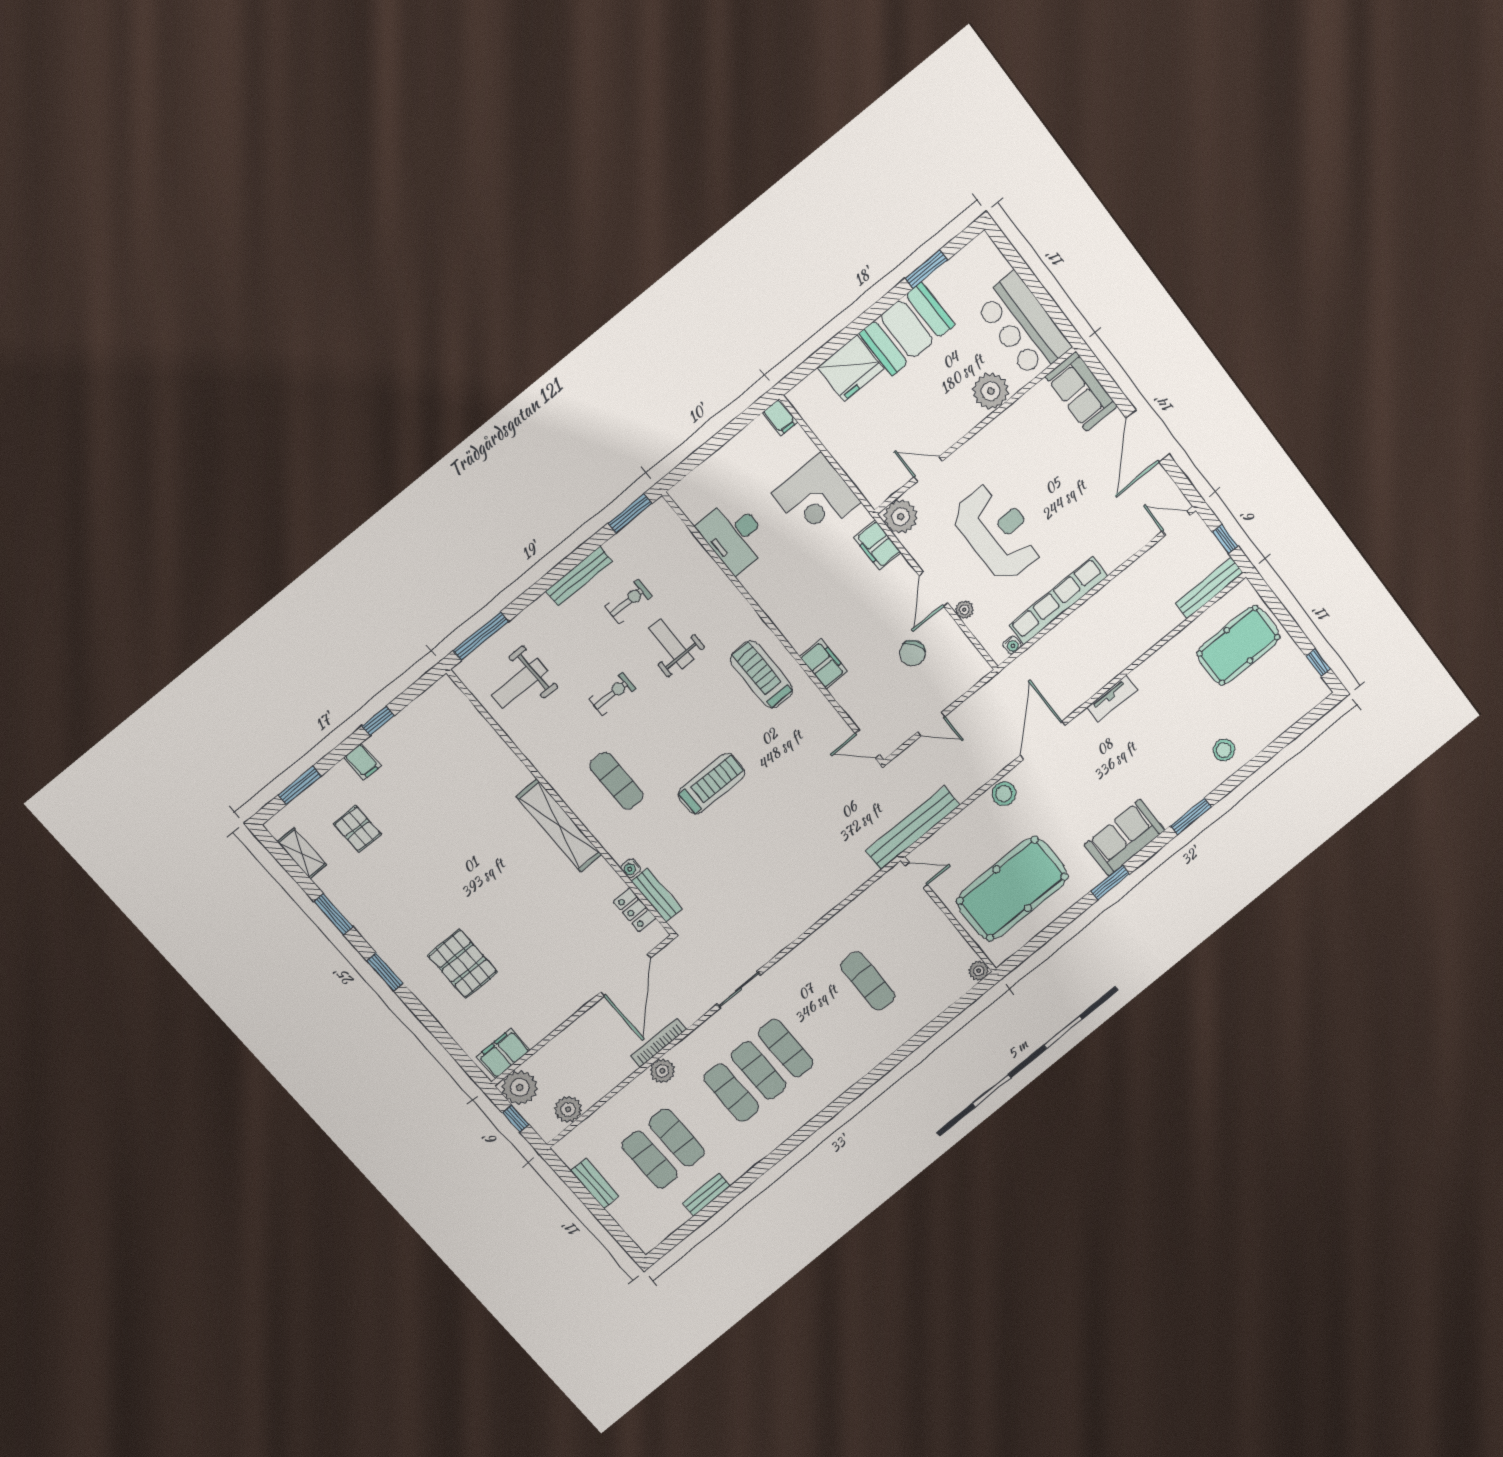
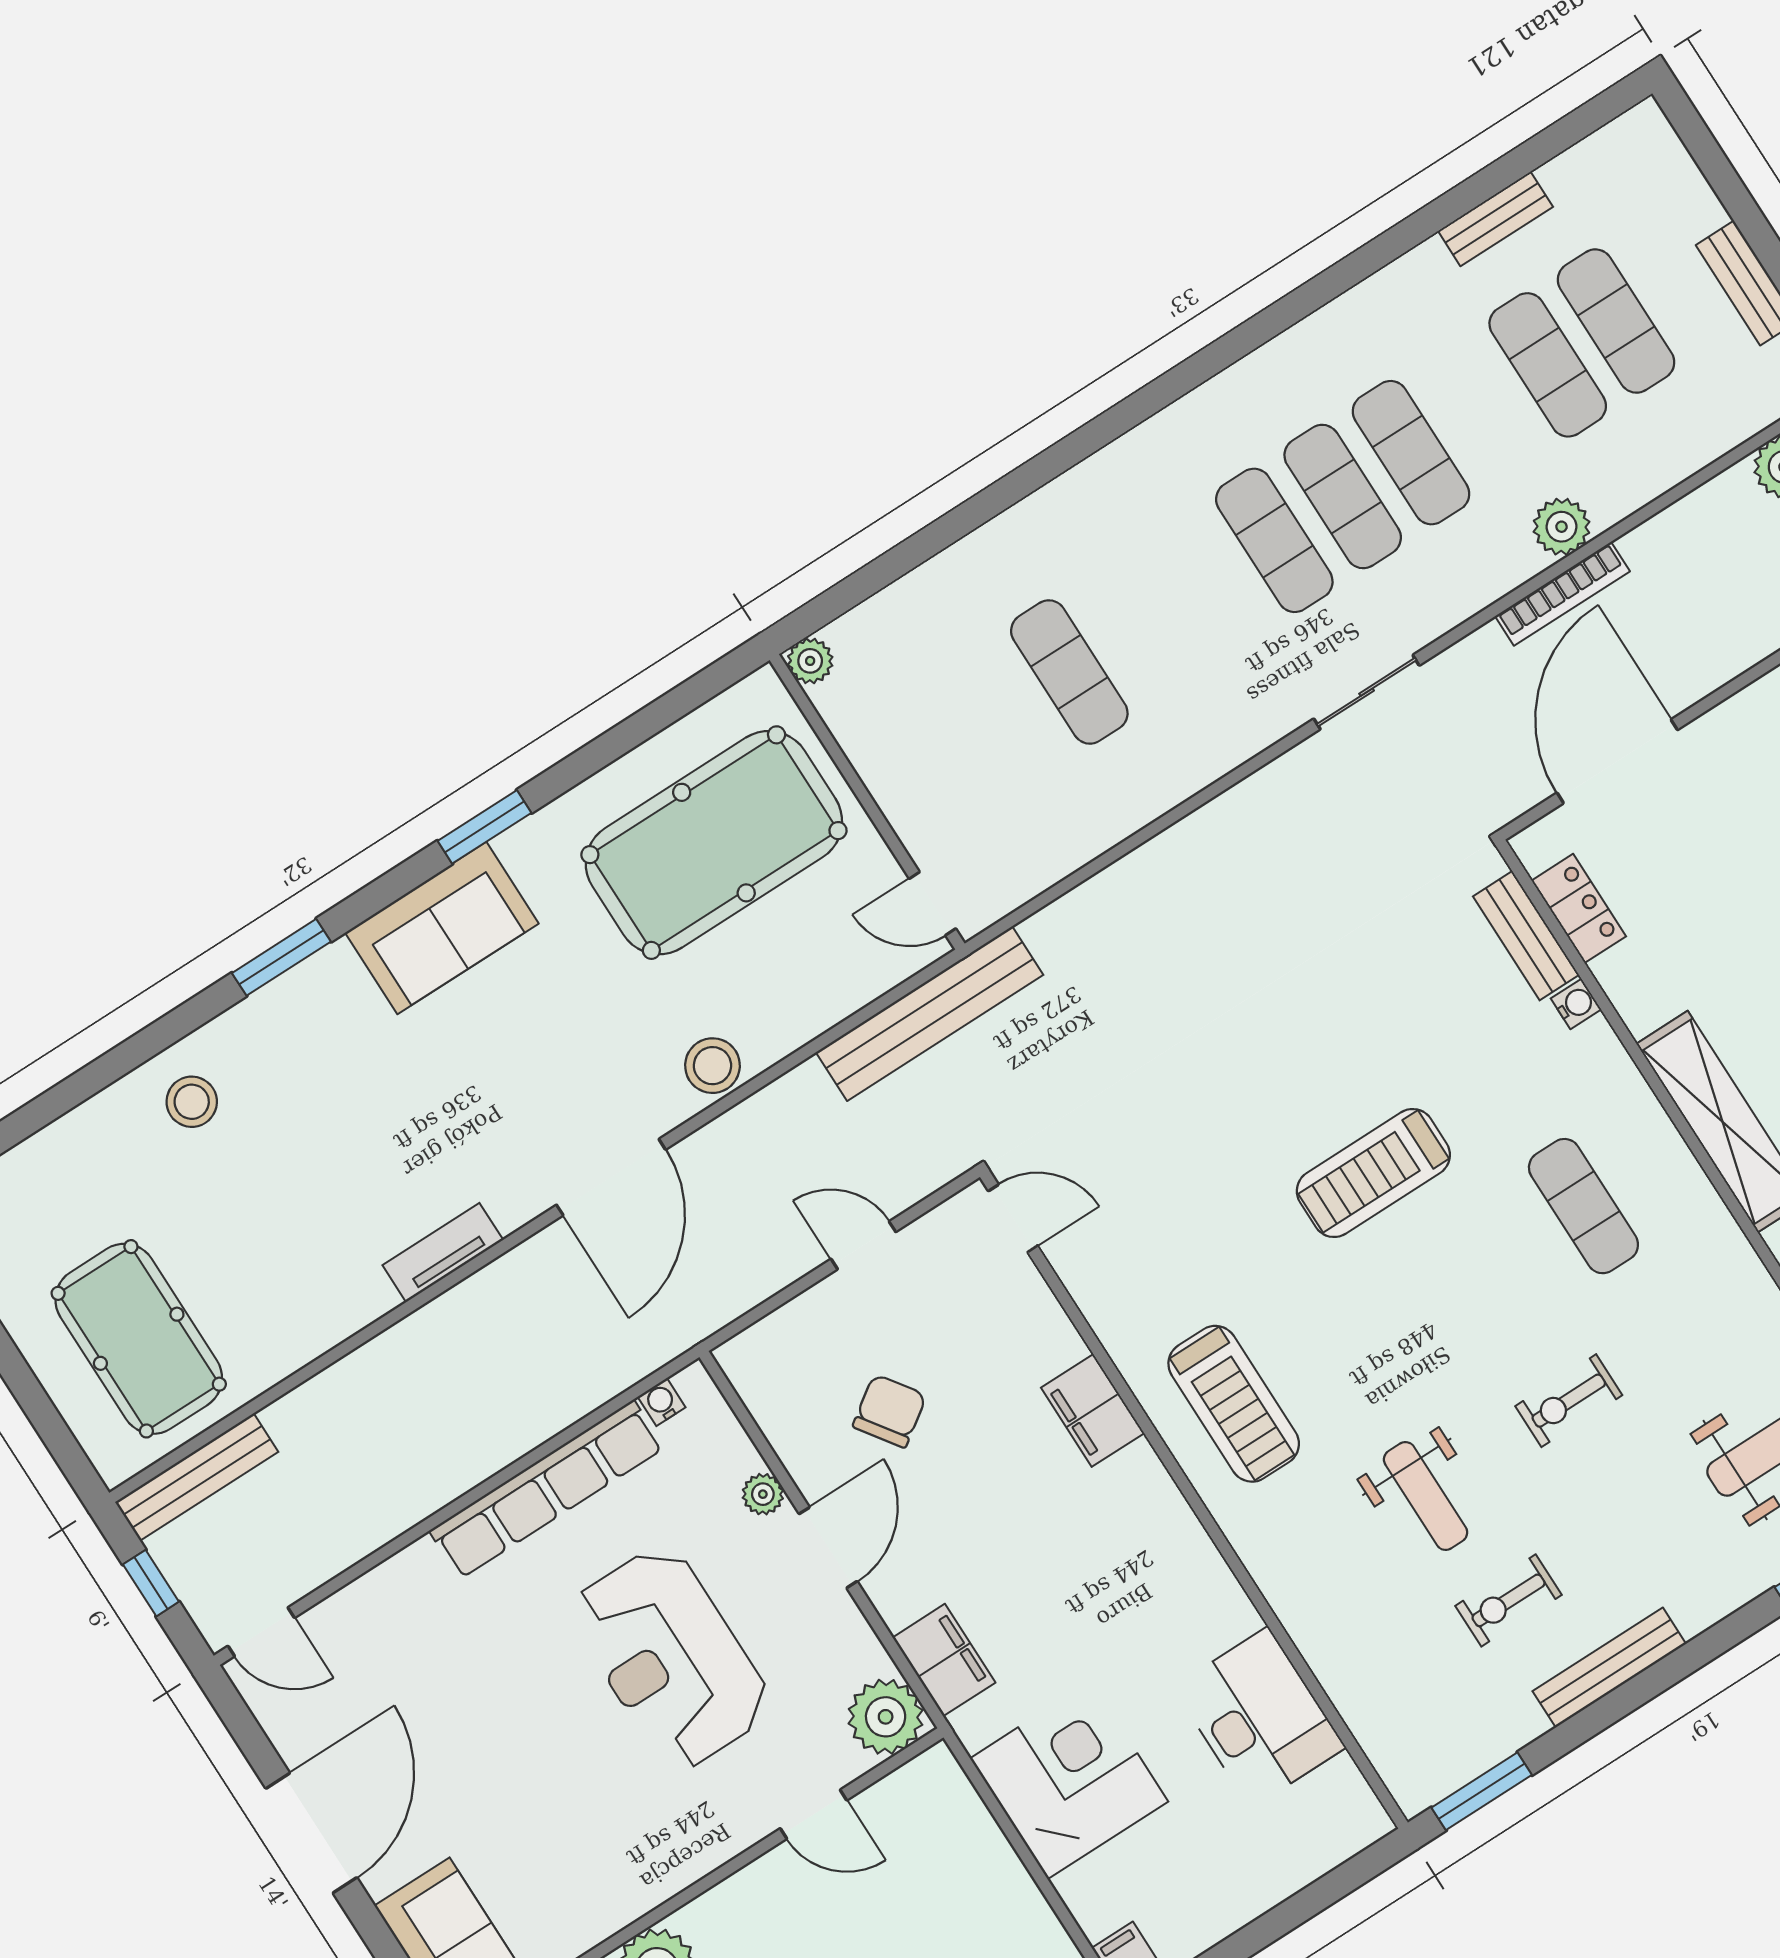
pool table: (1238, 645) -> (139, 1339), turned 90

